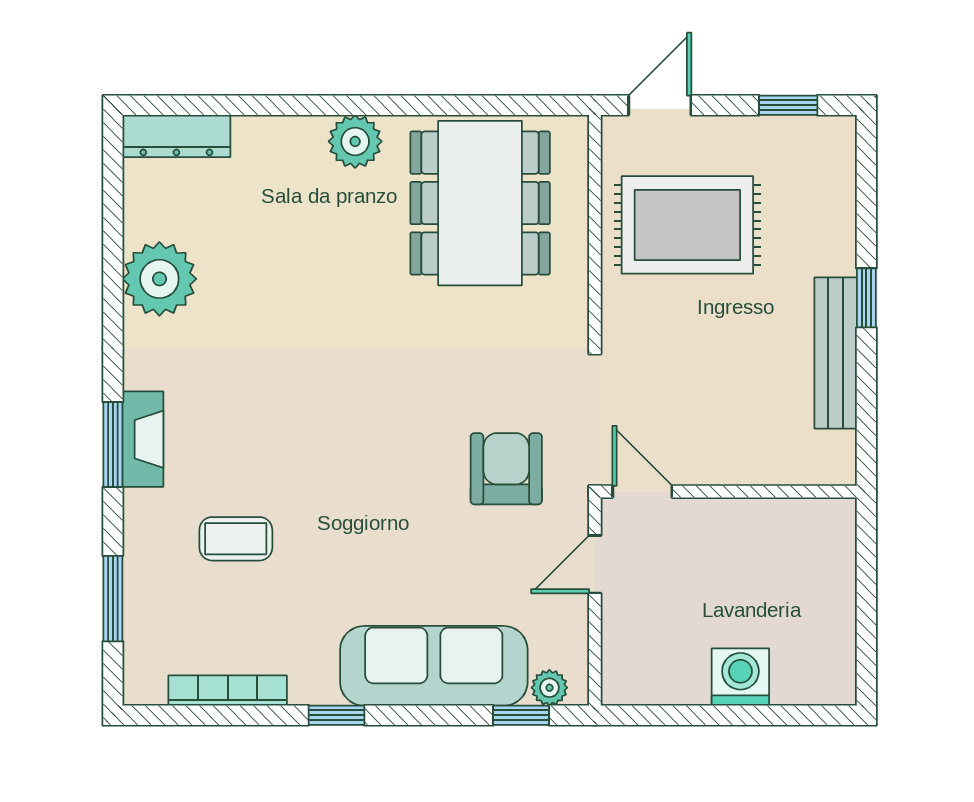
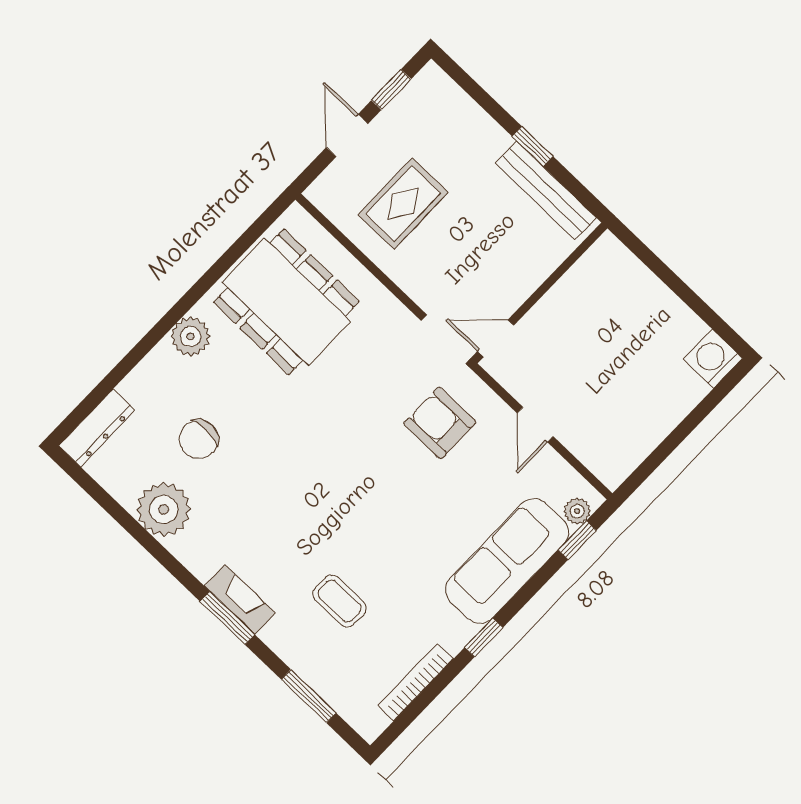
door: (660, 105) -> (347, 135), moved
rug: (687, 225) -> (403, 204), width x0.73, depth x0.70
chair: (262, 247) -> (199, 439), added
door: (642, 492) -> (496, 338), moved
wall: (729, 492) -> (539, 293), moved
coffee table: (236, 539) -> (340, 601), turned 90
washing machine: (740, 677) -> (713, 359), moved

